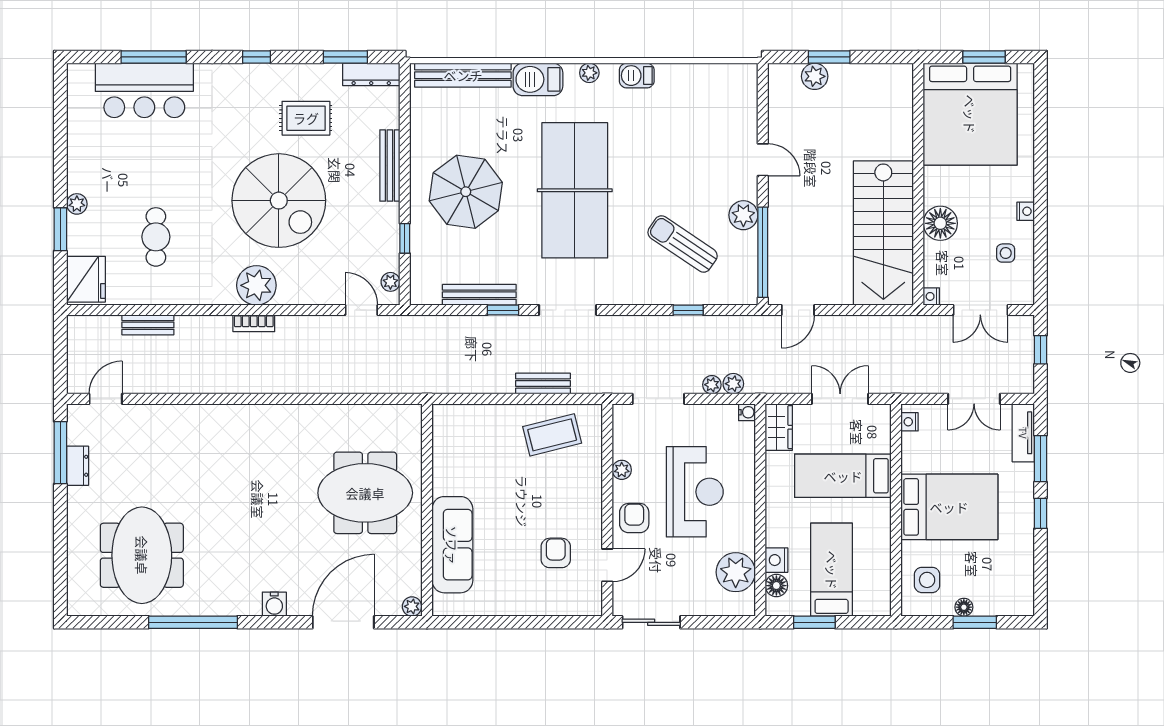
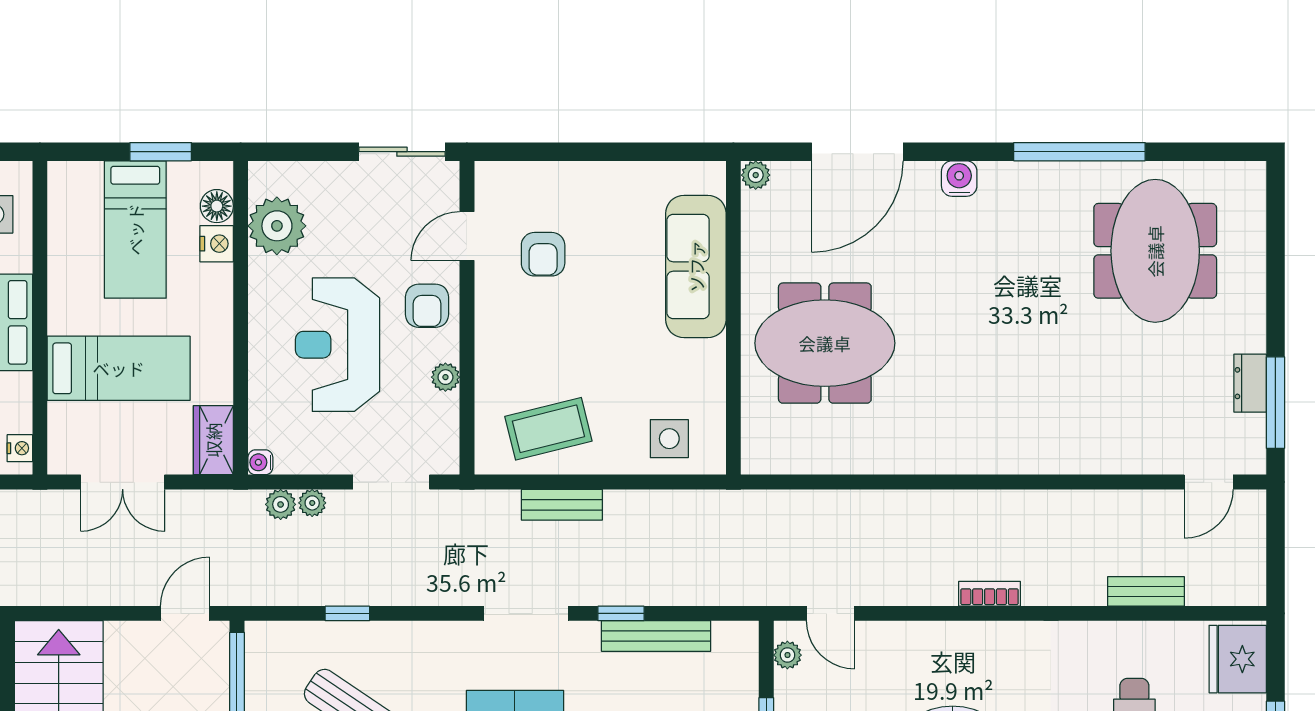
plant: (256, 285) -> (986, 650), removed
side table: (470, 428) -> (669, 439), added

